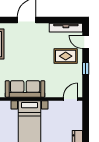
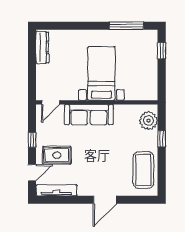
door: (86, 42) -> (32, 173), hinge flipped
sofa: (25, 89) -> (89, 115), moved

